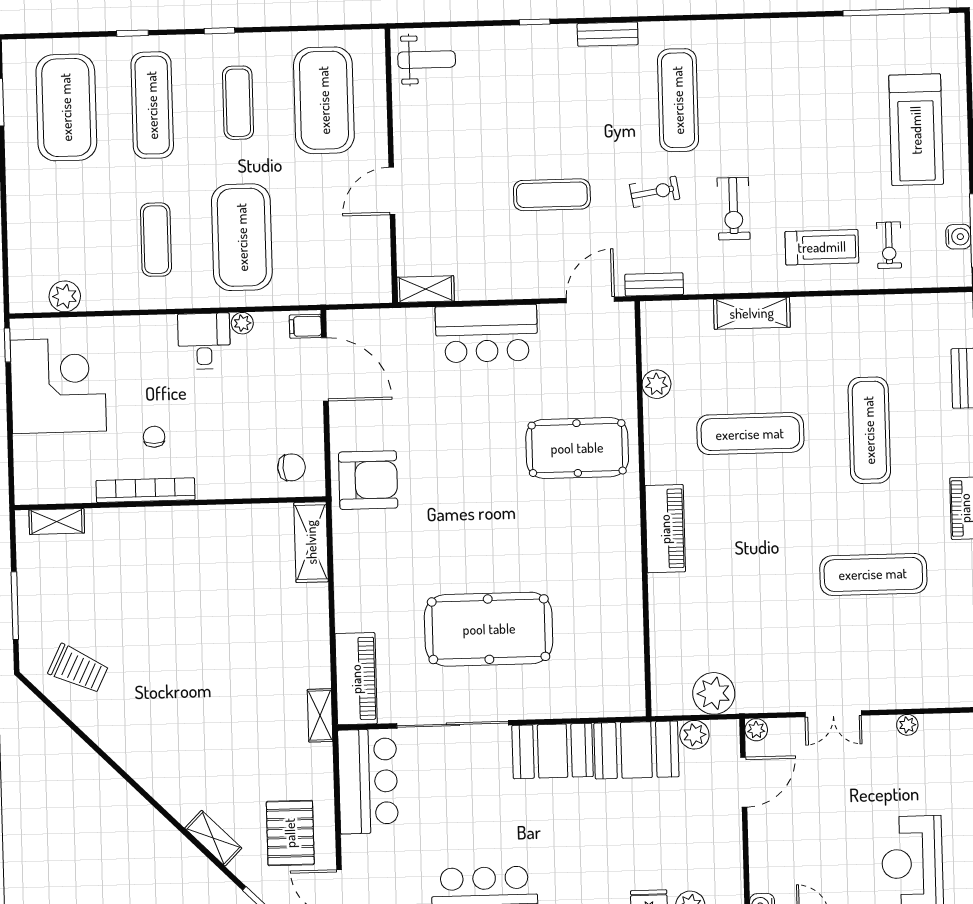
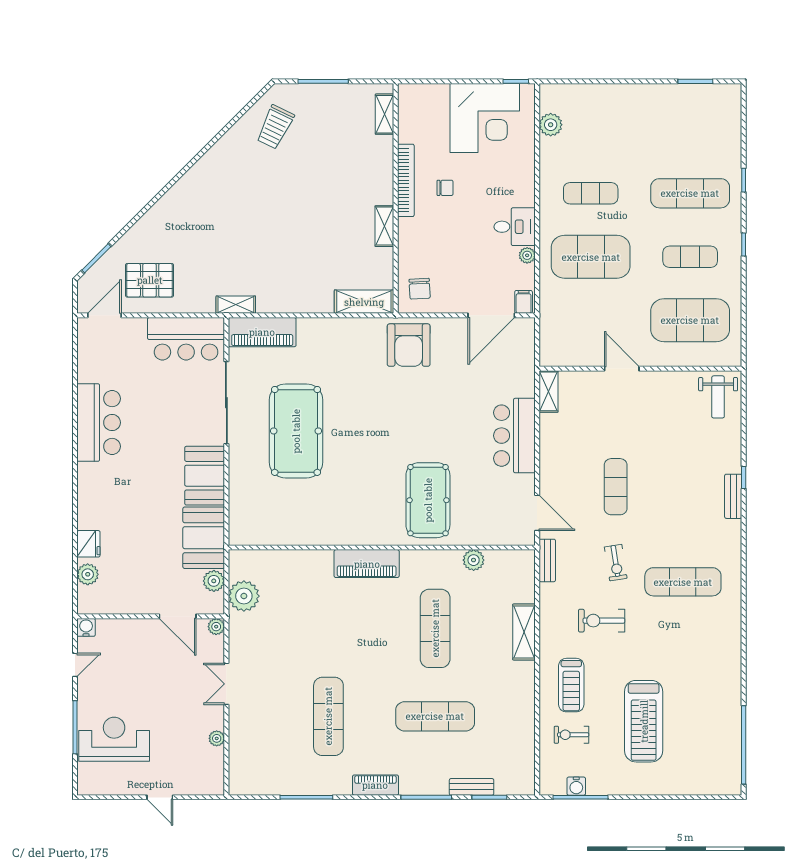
bench: (608, 34) -> (733, 496), moved
exercise mat: (66, 107) -> (690, 130), removed
treadmill: (916, 130) -> (644, 721), moved, turned -90
shelving: (213, 838) -> (384, 226), moved, turned -45

